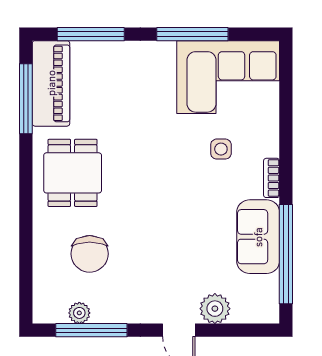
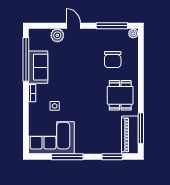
window: (91, 34) -> (112, 157), width x0.69
chair: (90, 254) -> (113, 60), turned 180
plant: (79, 313) -> (133, 33), moved

